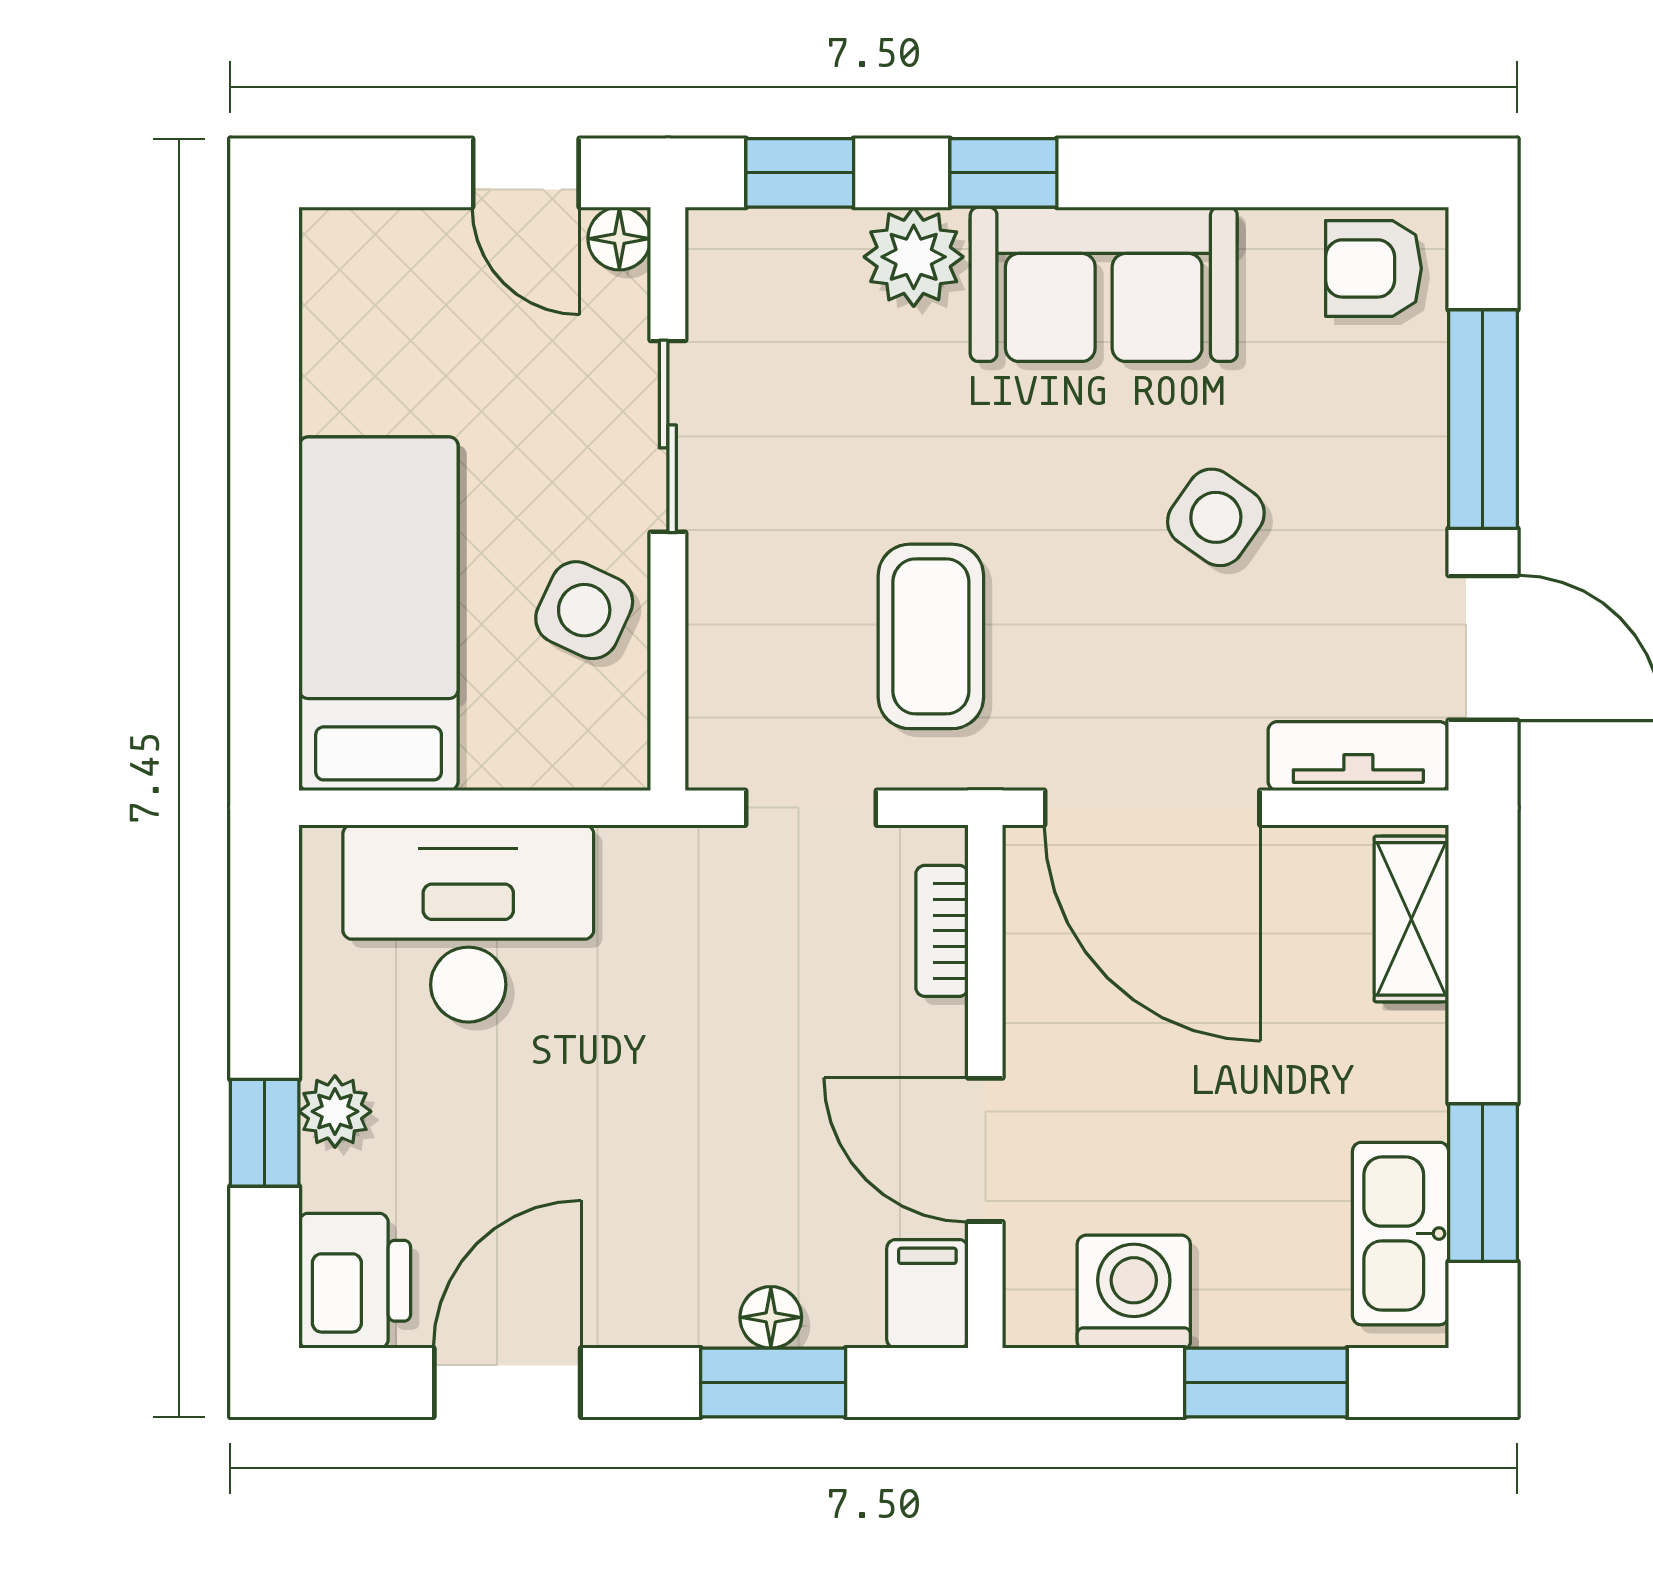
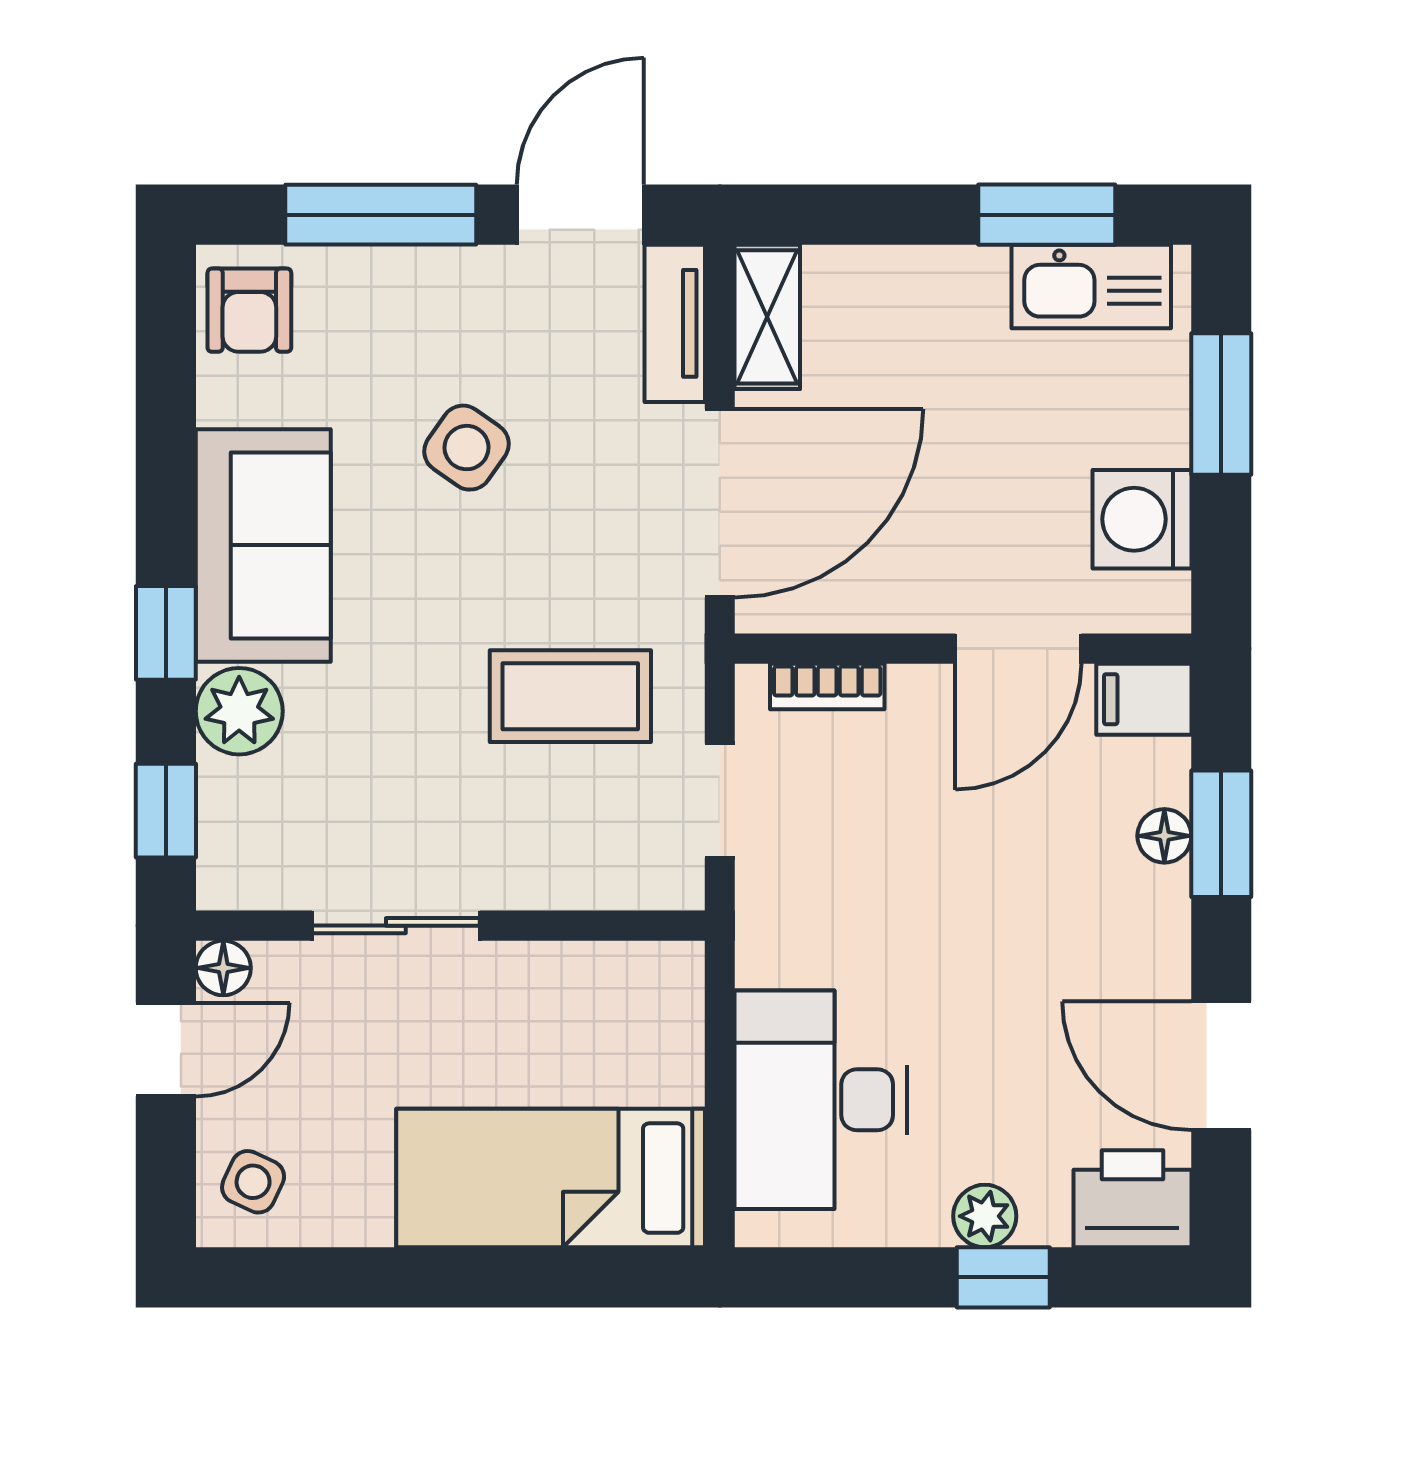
side table: (584, 610) -> (253, 1182), moved, width x0.73, depth x0.73
shelving: (1411, 919) -> (767, 317), moved, turned 90

